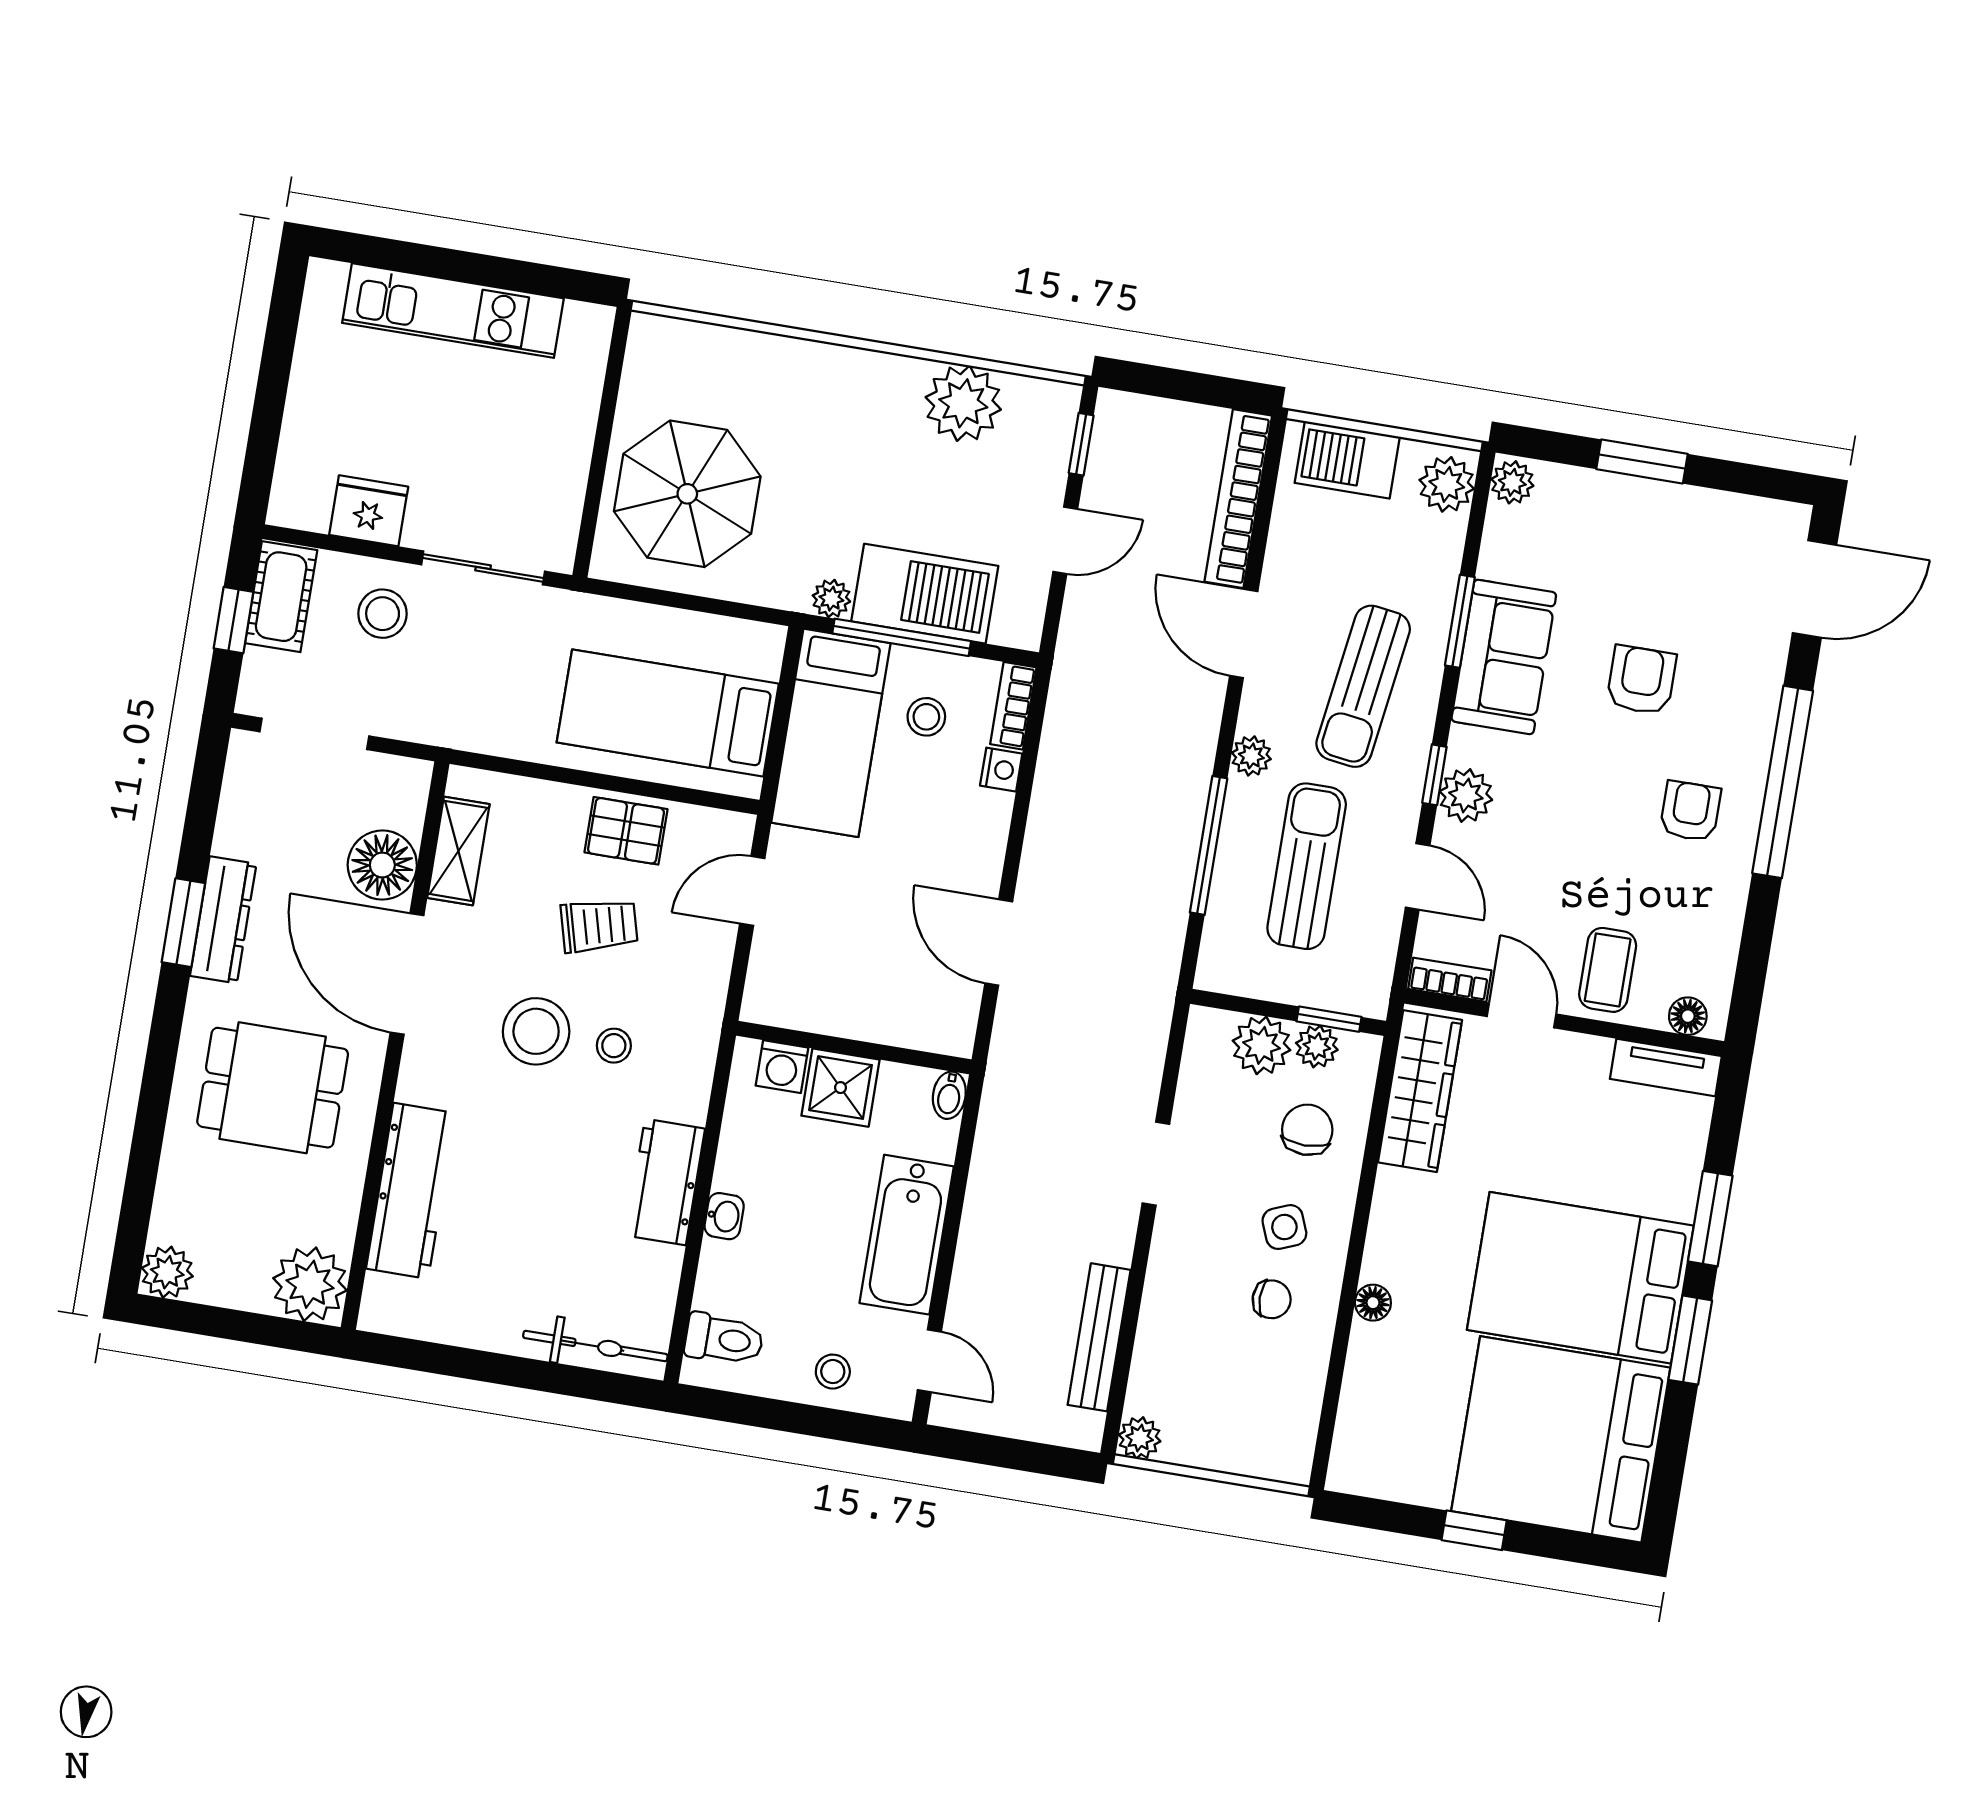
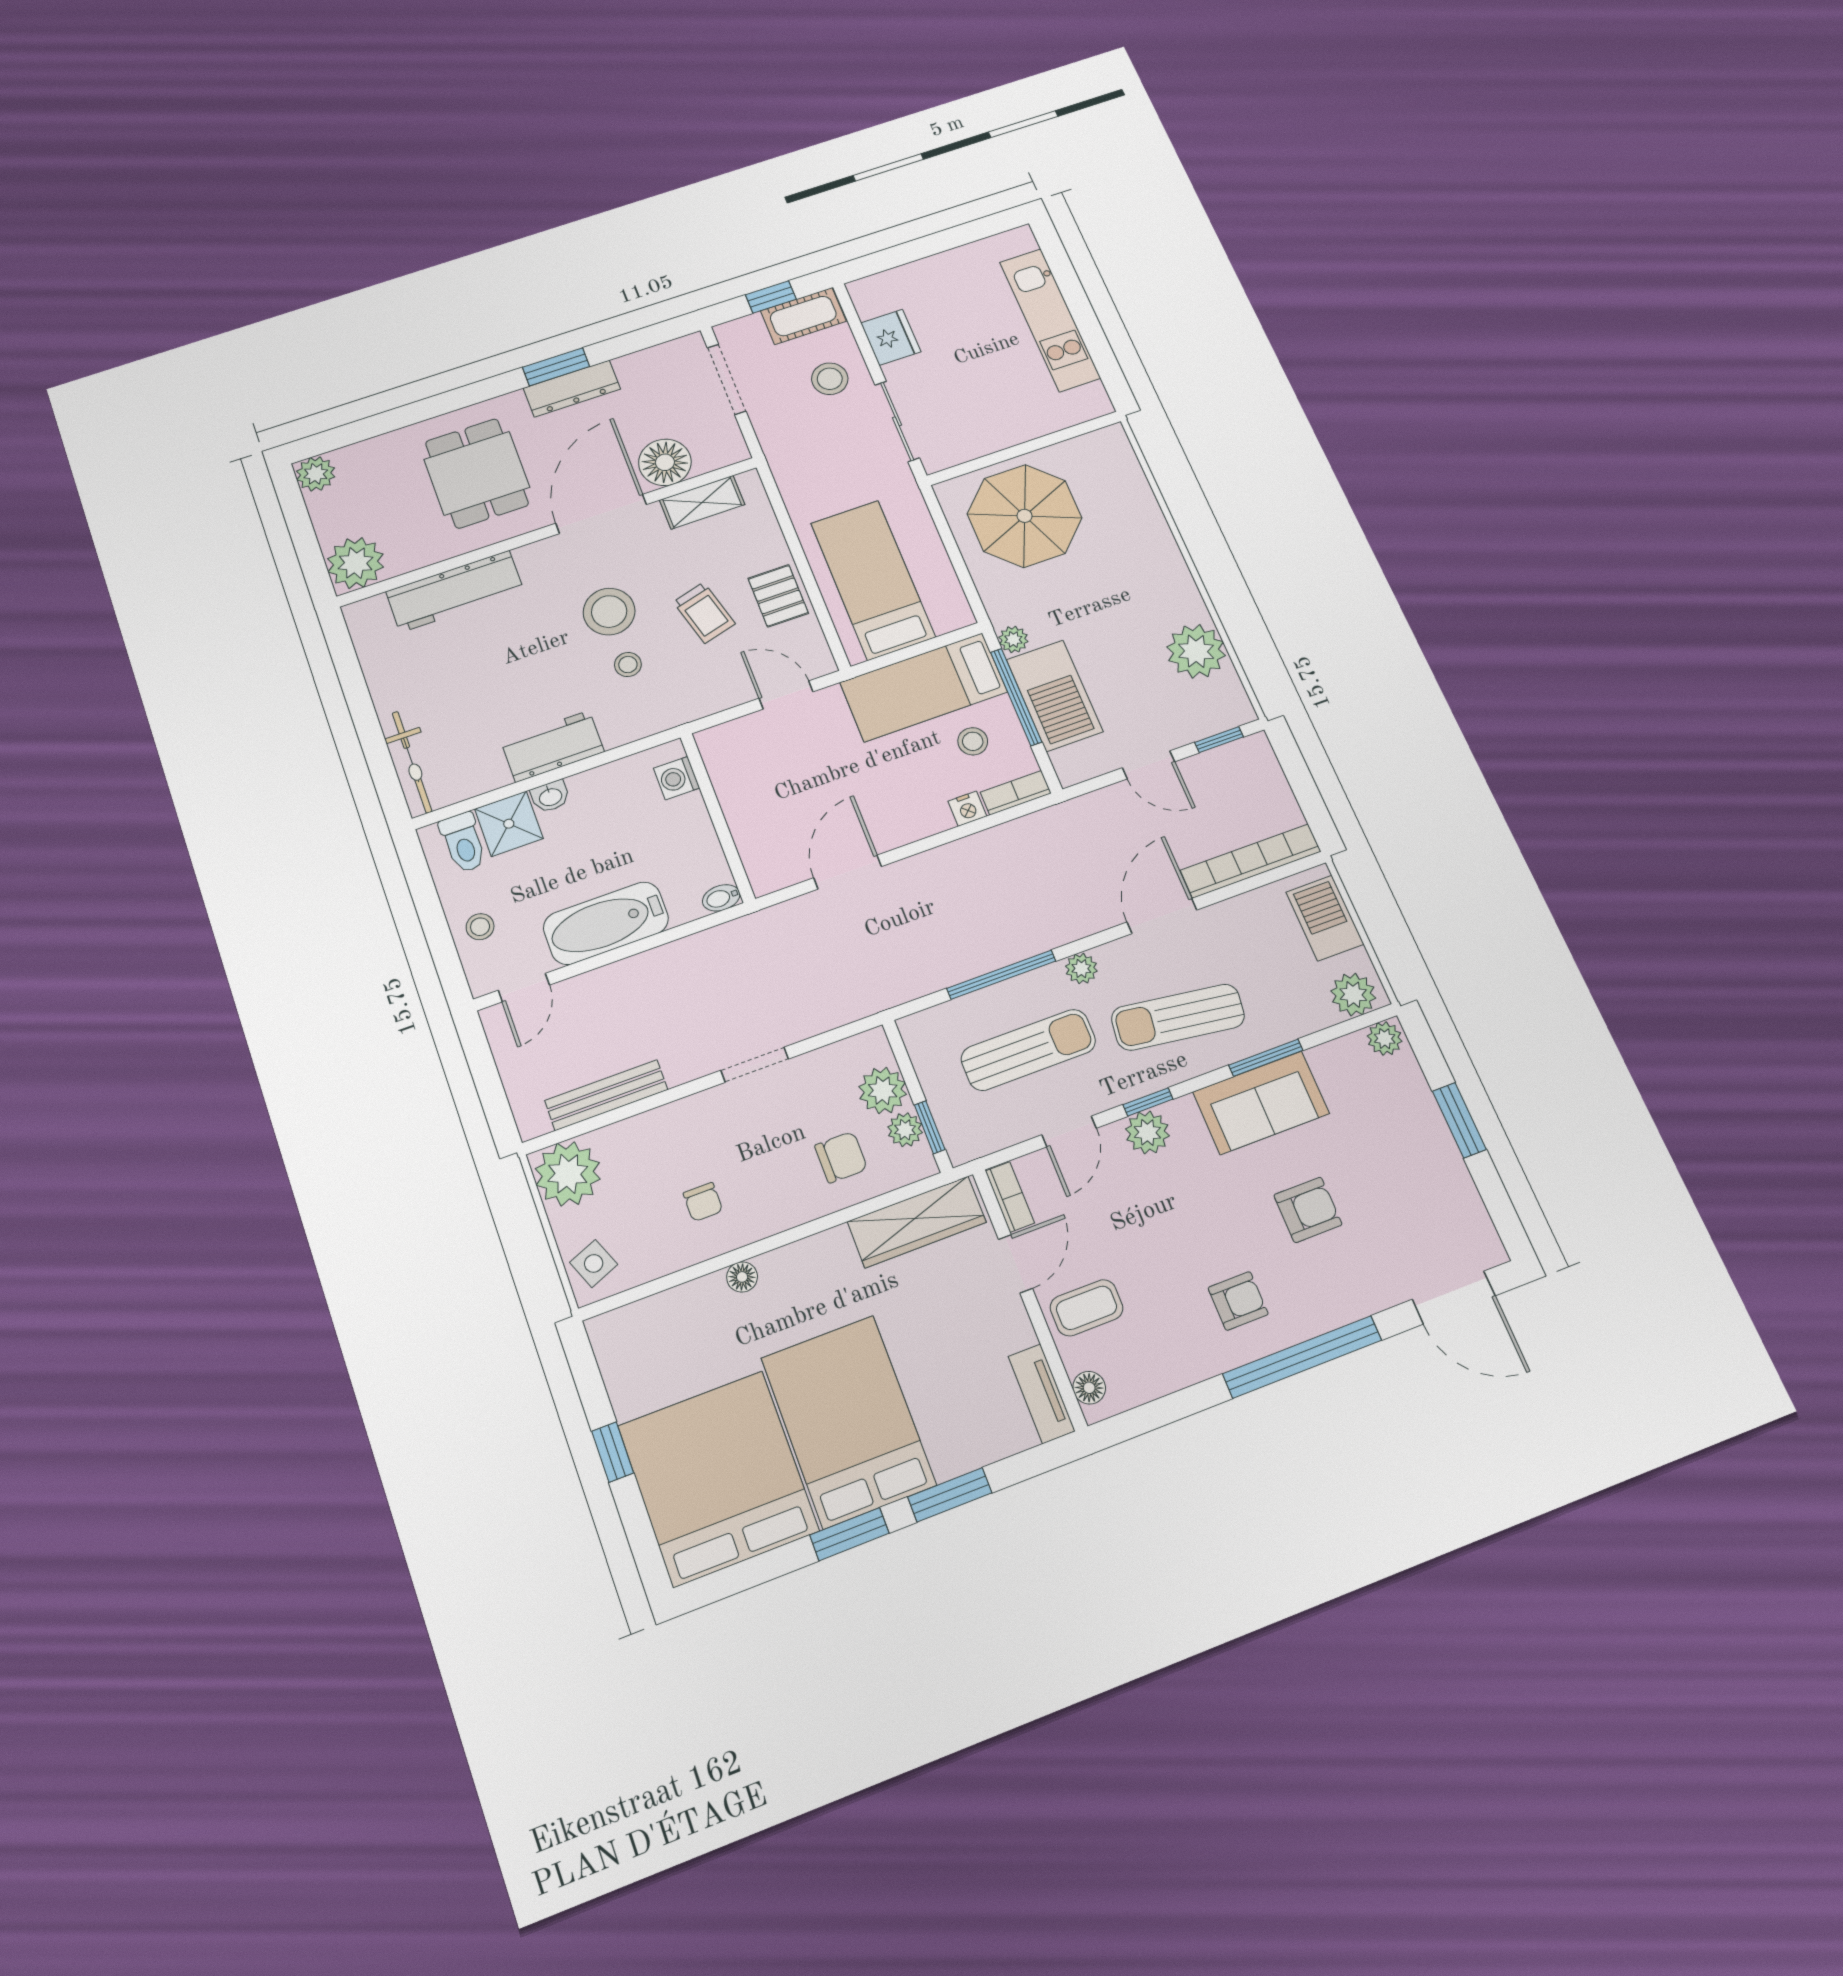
shower: (840, 1088) -> (509, 824), moved
side table: (1284, 1227) -> (594, 1263), moved
plant: (1140, 1438) -> (568, 1174), width x1.88, depth x1.88

